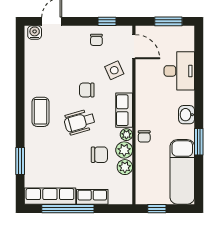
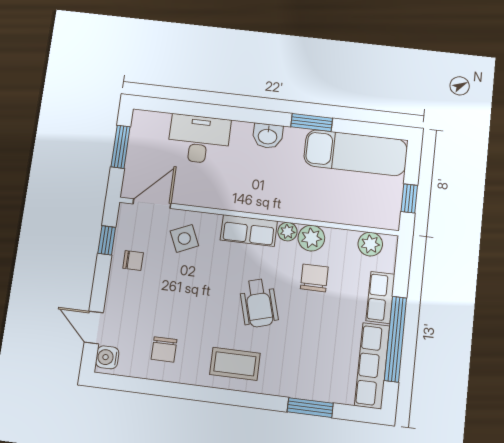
chair: (87, 90) -> (164, 349), moved
chair: (144, 136) -> (294, 204), removed
plant: (125, 167) -> (370, 244), moved

